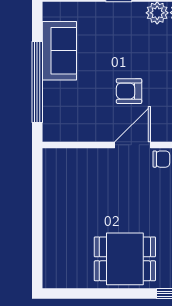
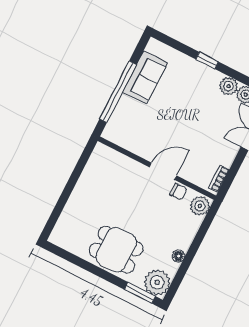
armchair: (129, 91) -> (180, 132), removed

